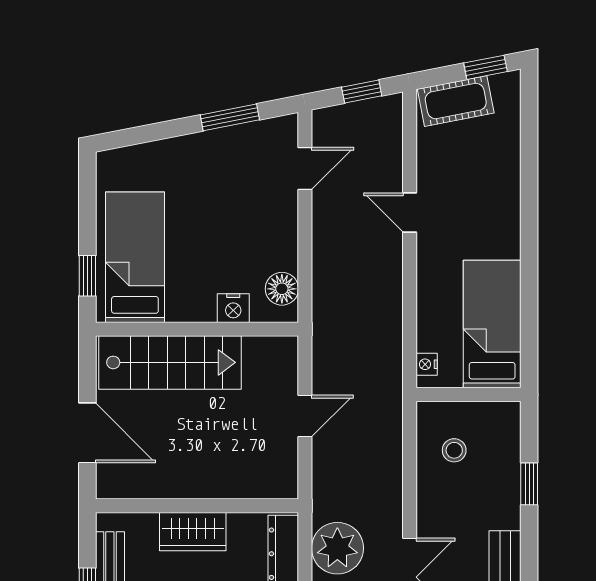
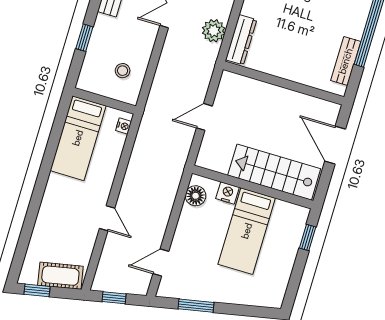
bed: (135, 257) -> (247, 231), moved
wardrobe: (193, 532) -> (291, 69), removed
plant: (337, 548) -> (214, 31), width x0.73, depth x0.73

